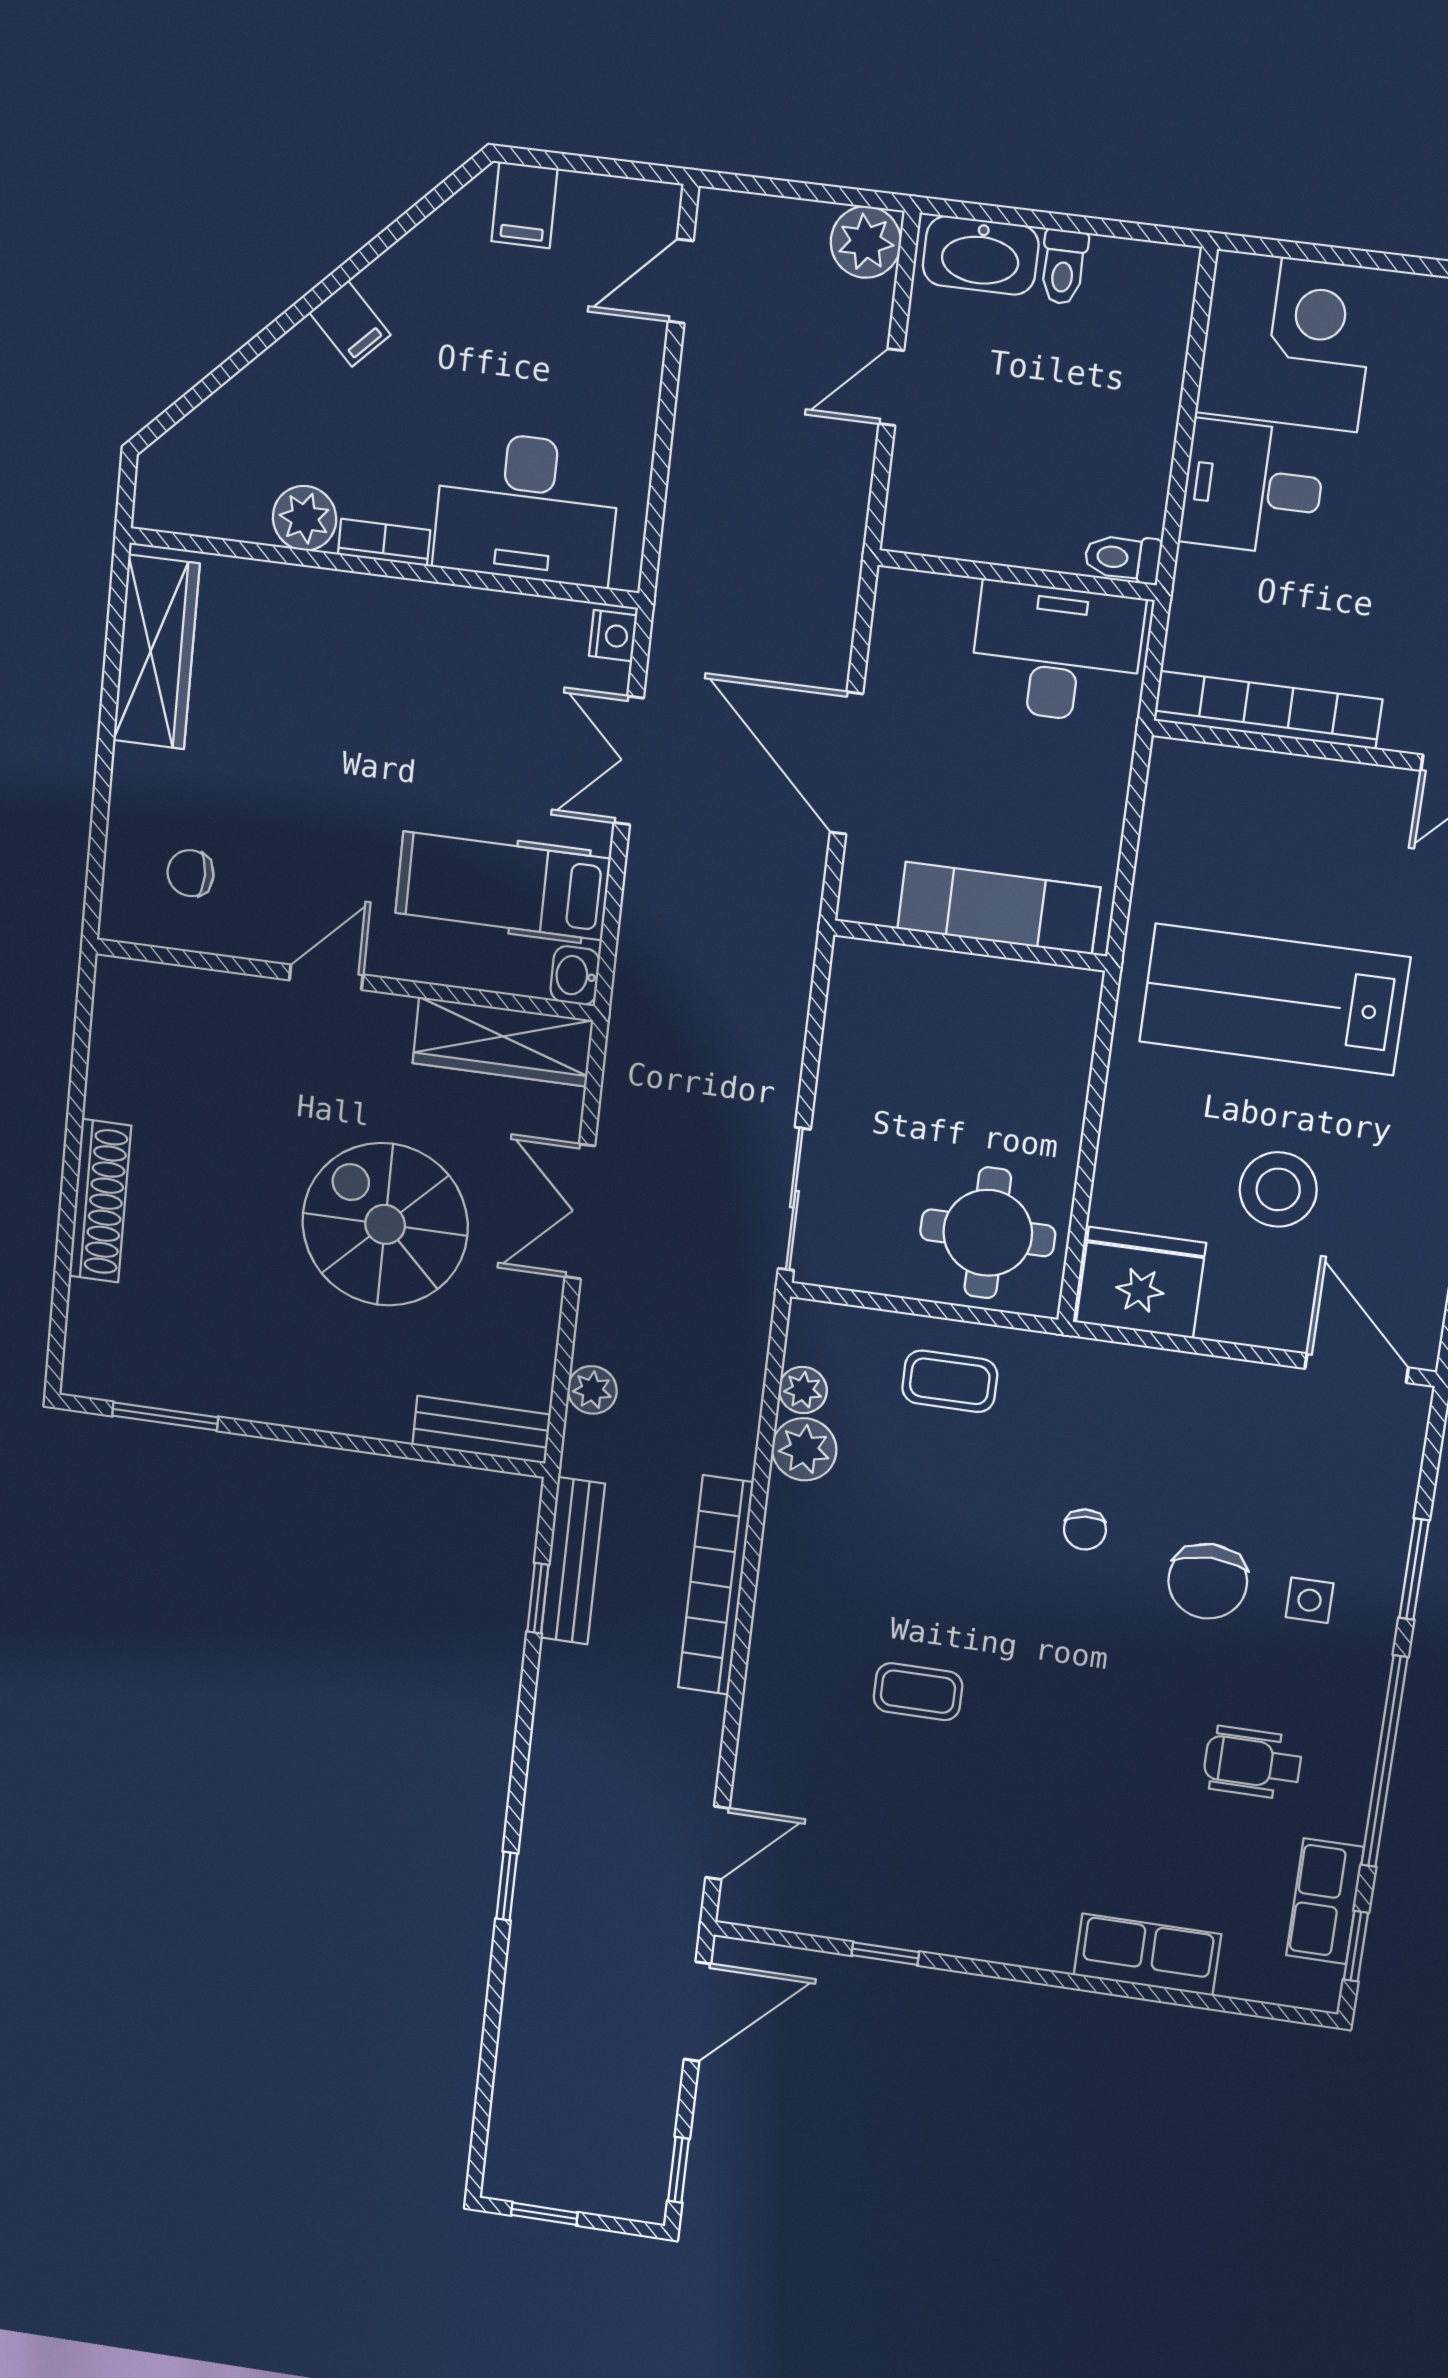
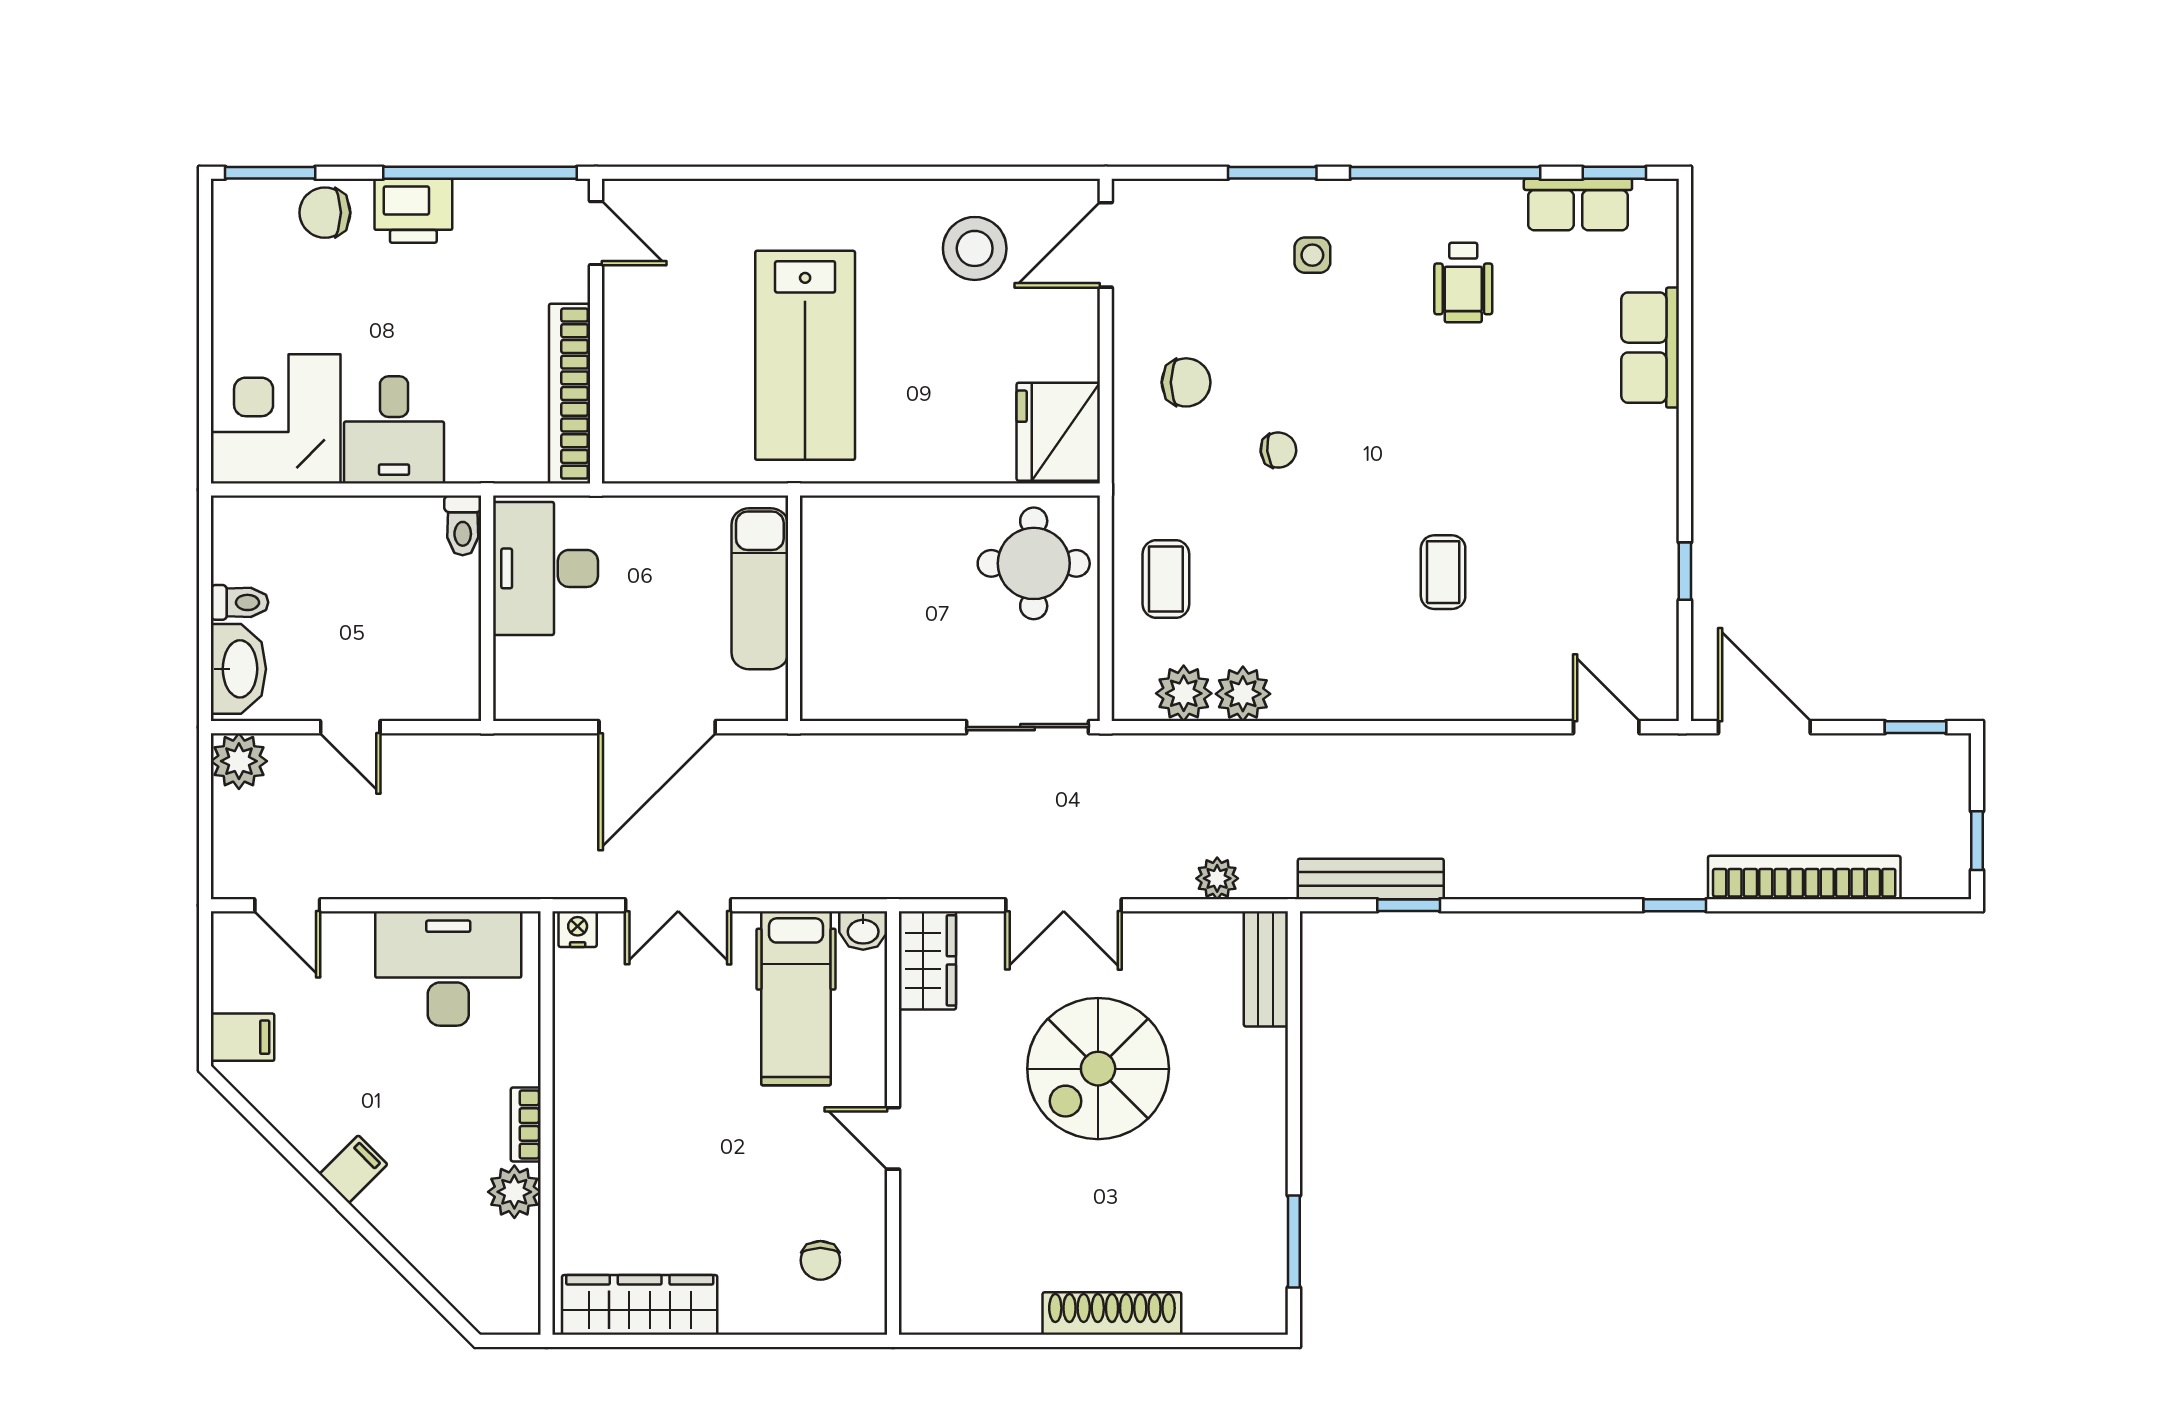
desk: (527, 508) -> (448, 969), moved, turned -90
wardrobe: (503, 1042) -> (927, 960), width x0.67
stool: (1278, 1189) -> (975, 248), moved
plant: (803, 1390) -> (1184, 693), width x1.38, depth x1.38
chair: (1208, 1581) -> (1186, 382), moved, width x0.73, depth x0.73
bookcase: (716, 1585) -> (1804, 878), moved, turned 180

